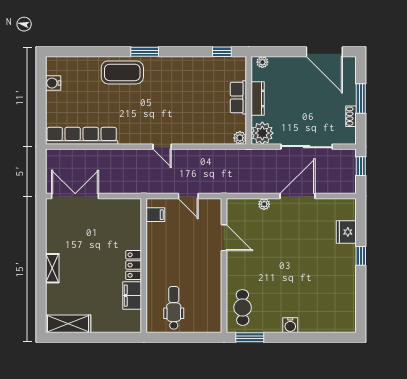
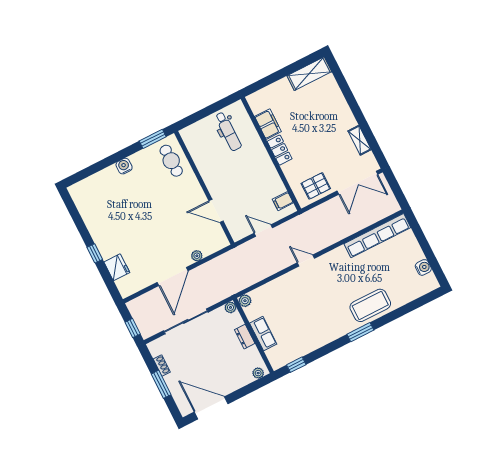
dresser: (258, 99) -> (245, 337), width x0.70
plant: (262, 133) -> (230, 307), width x0.53, depth x0.53
pallet: (116, 213) -> (316, 186), added
shelving: (52, 268) -> (360, 140), moved

